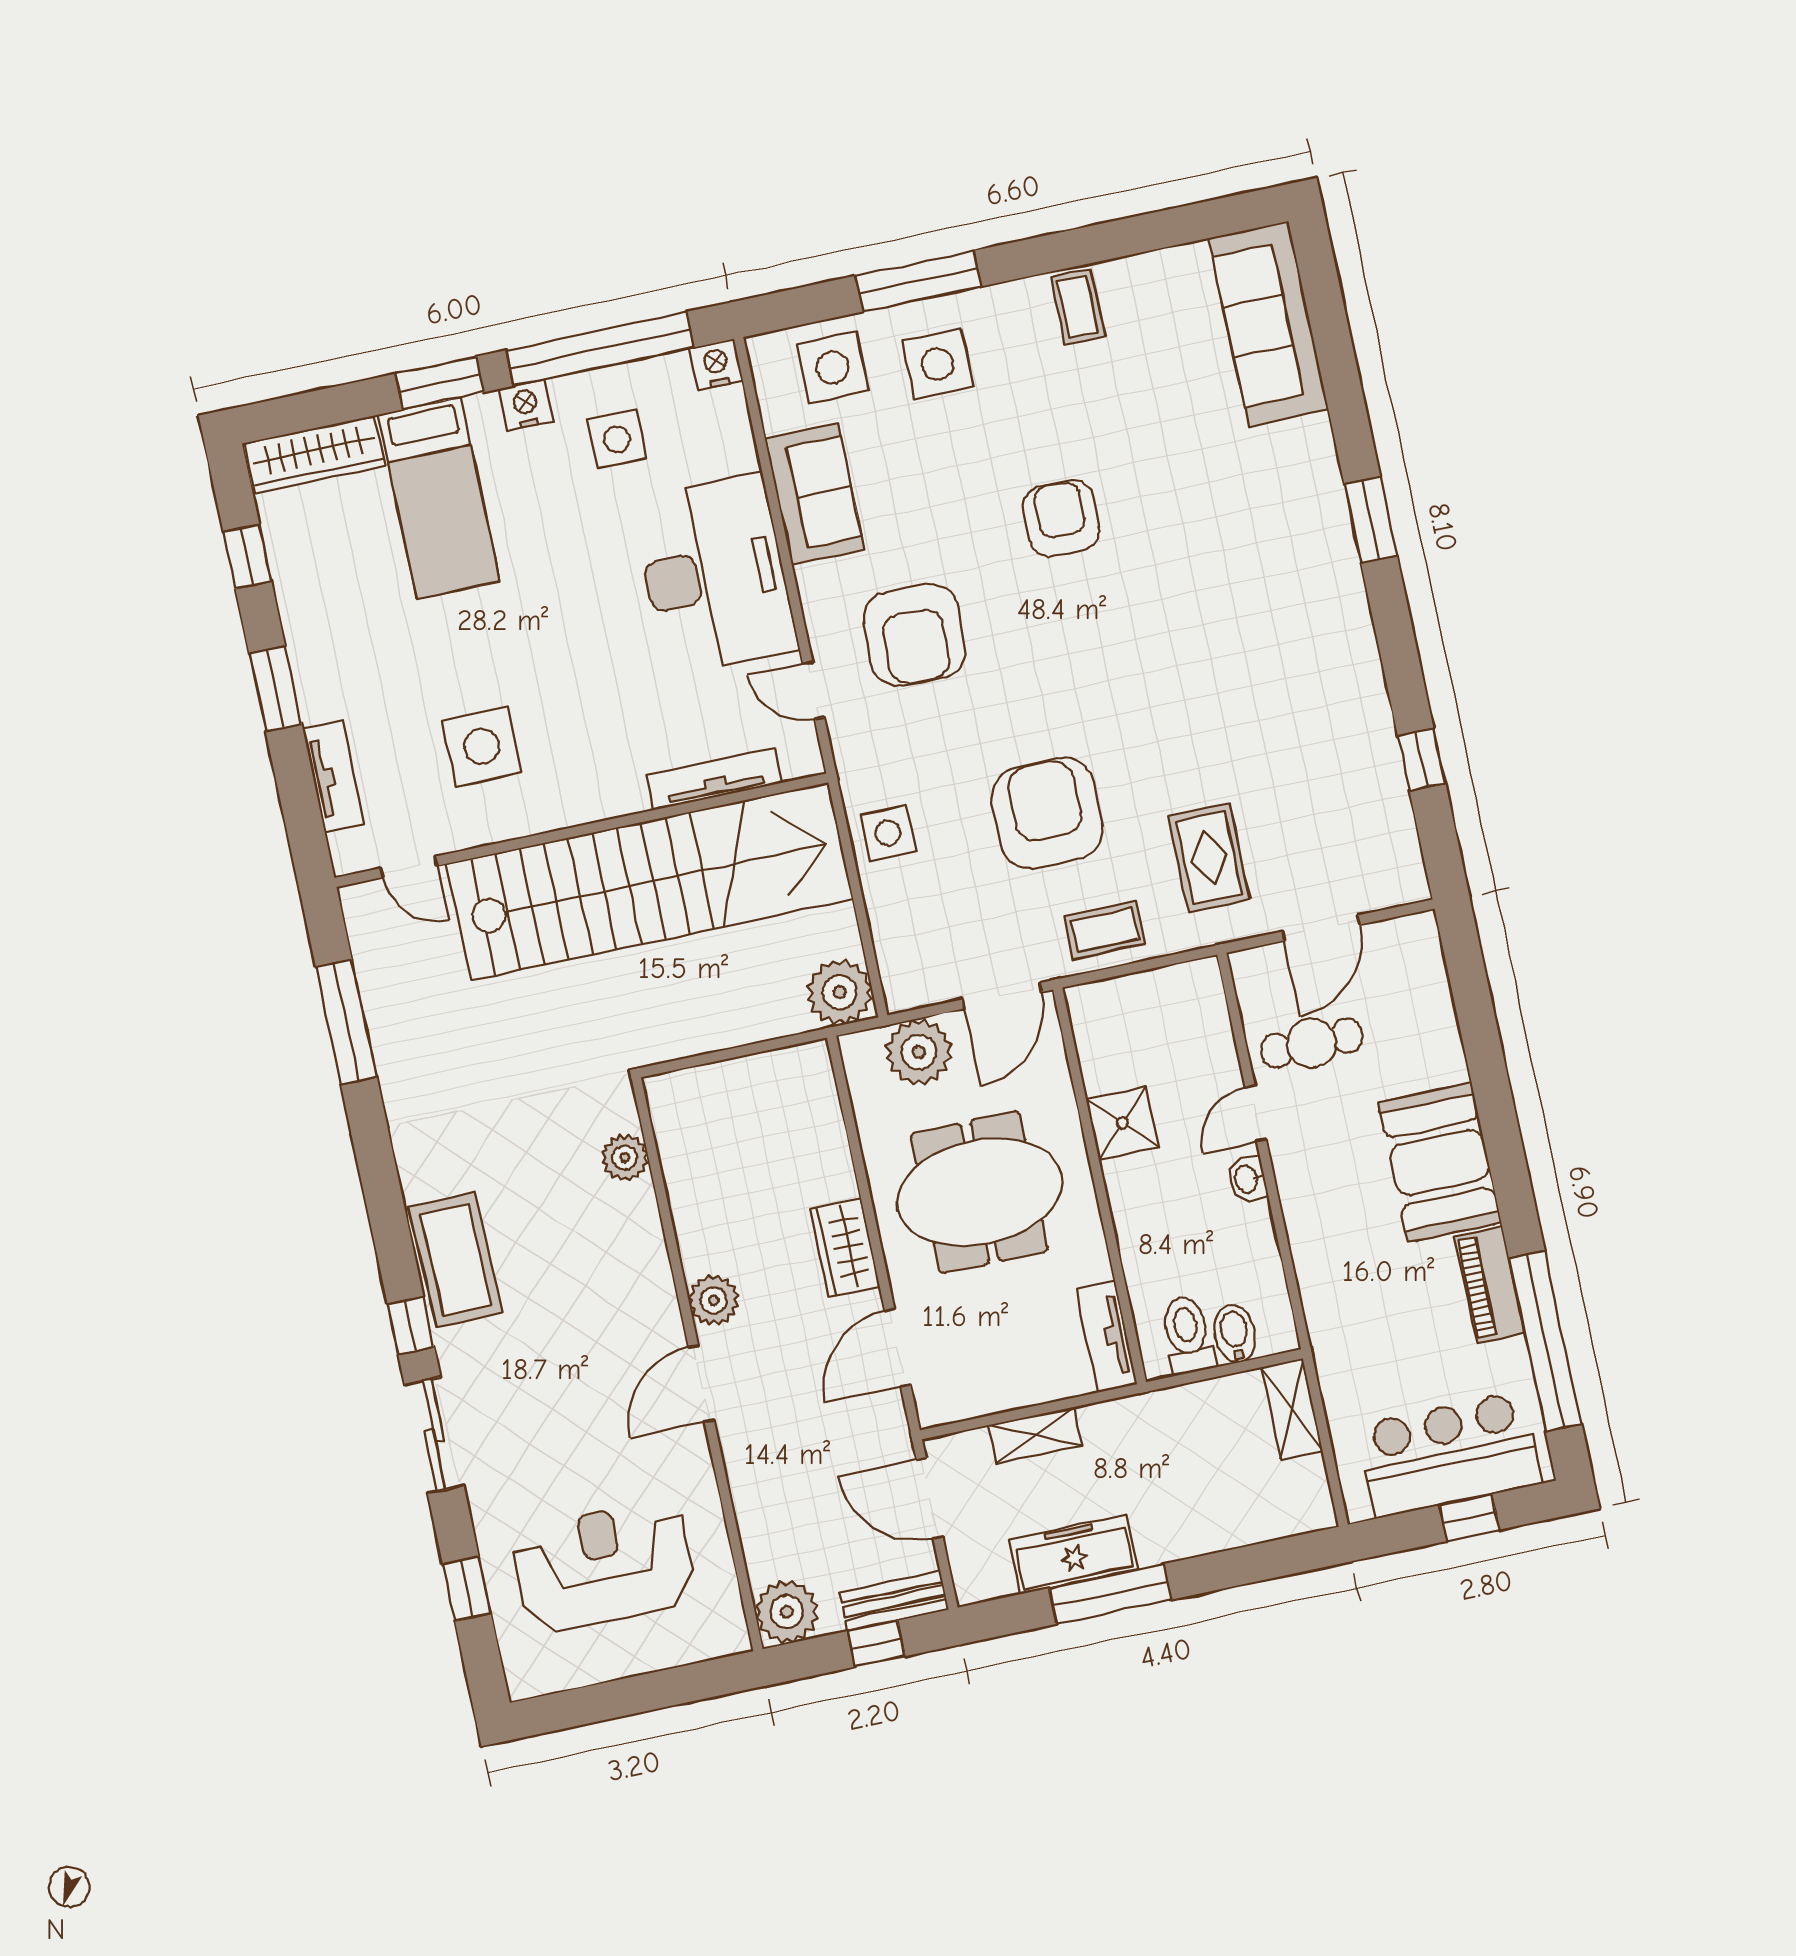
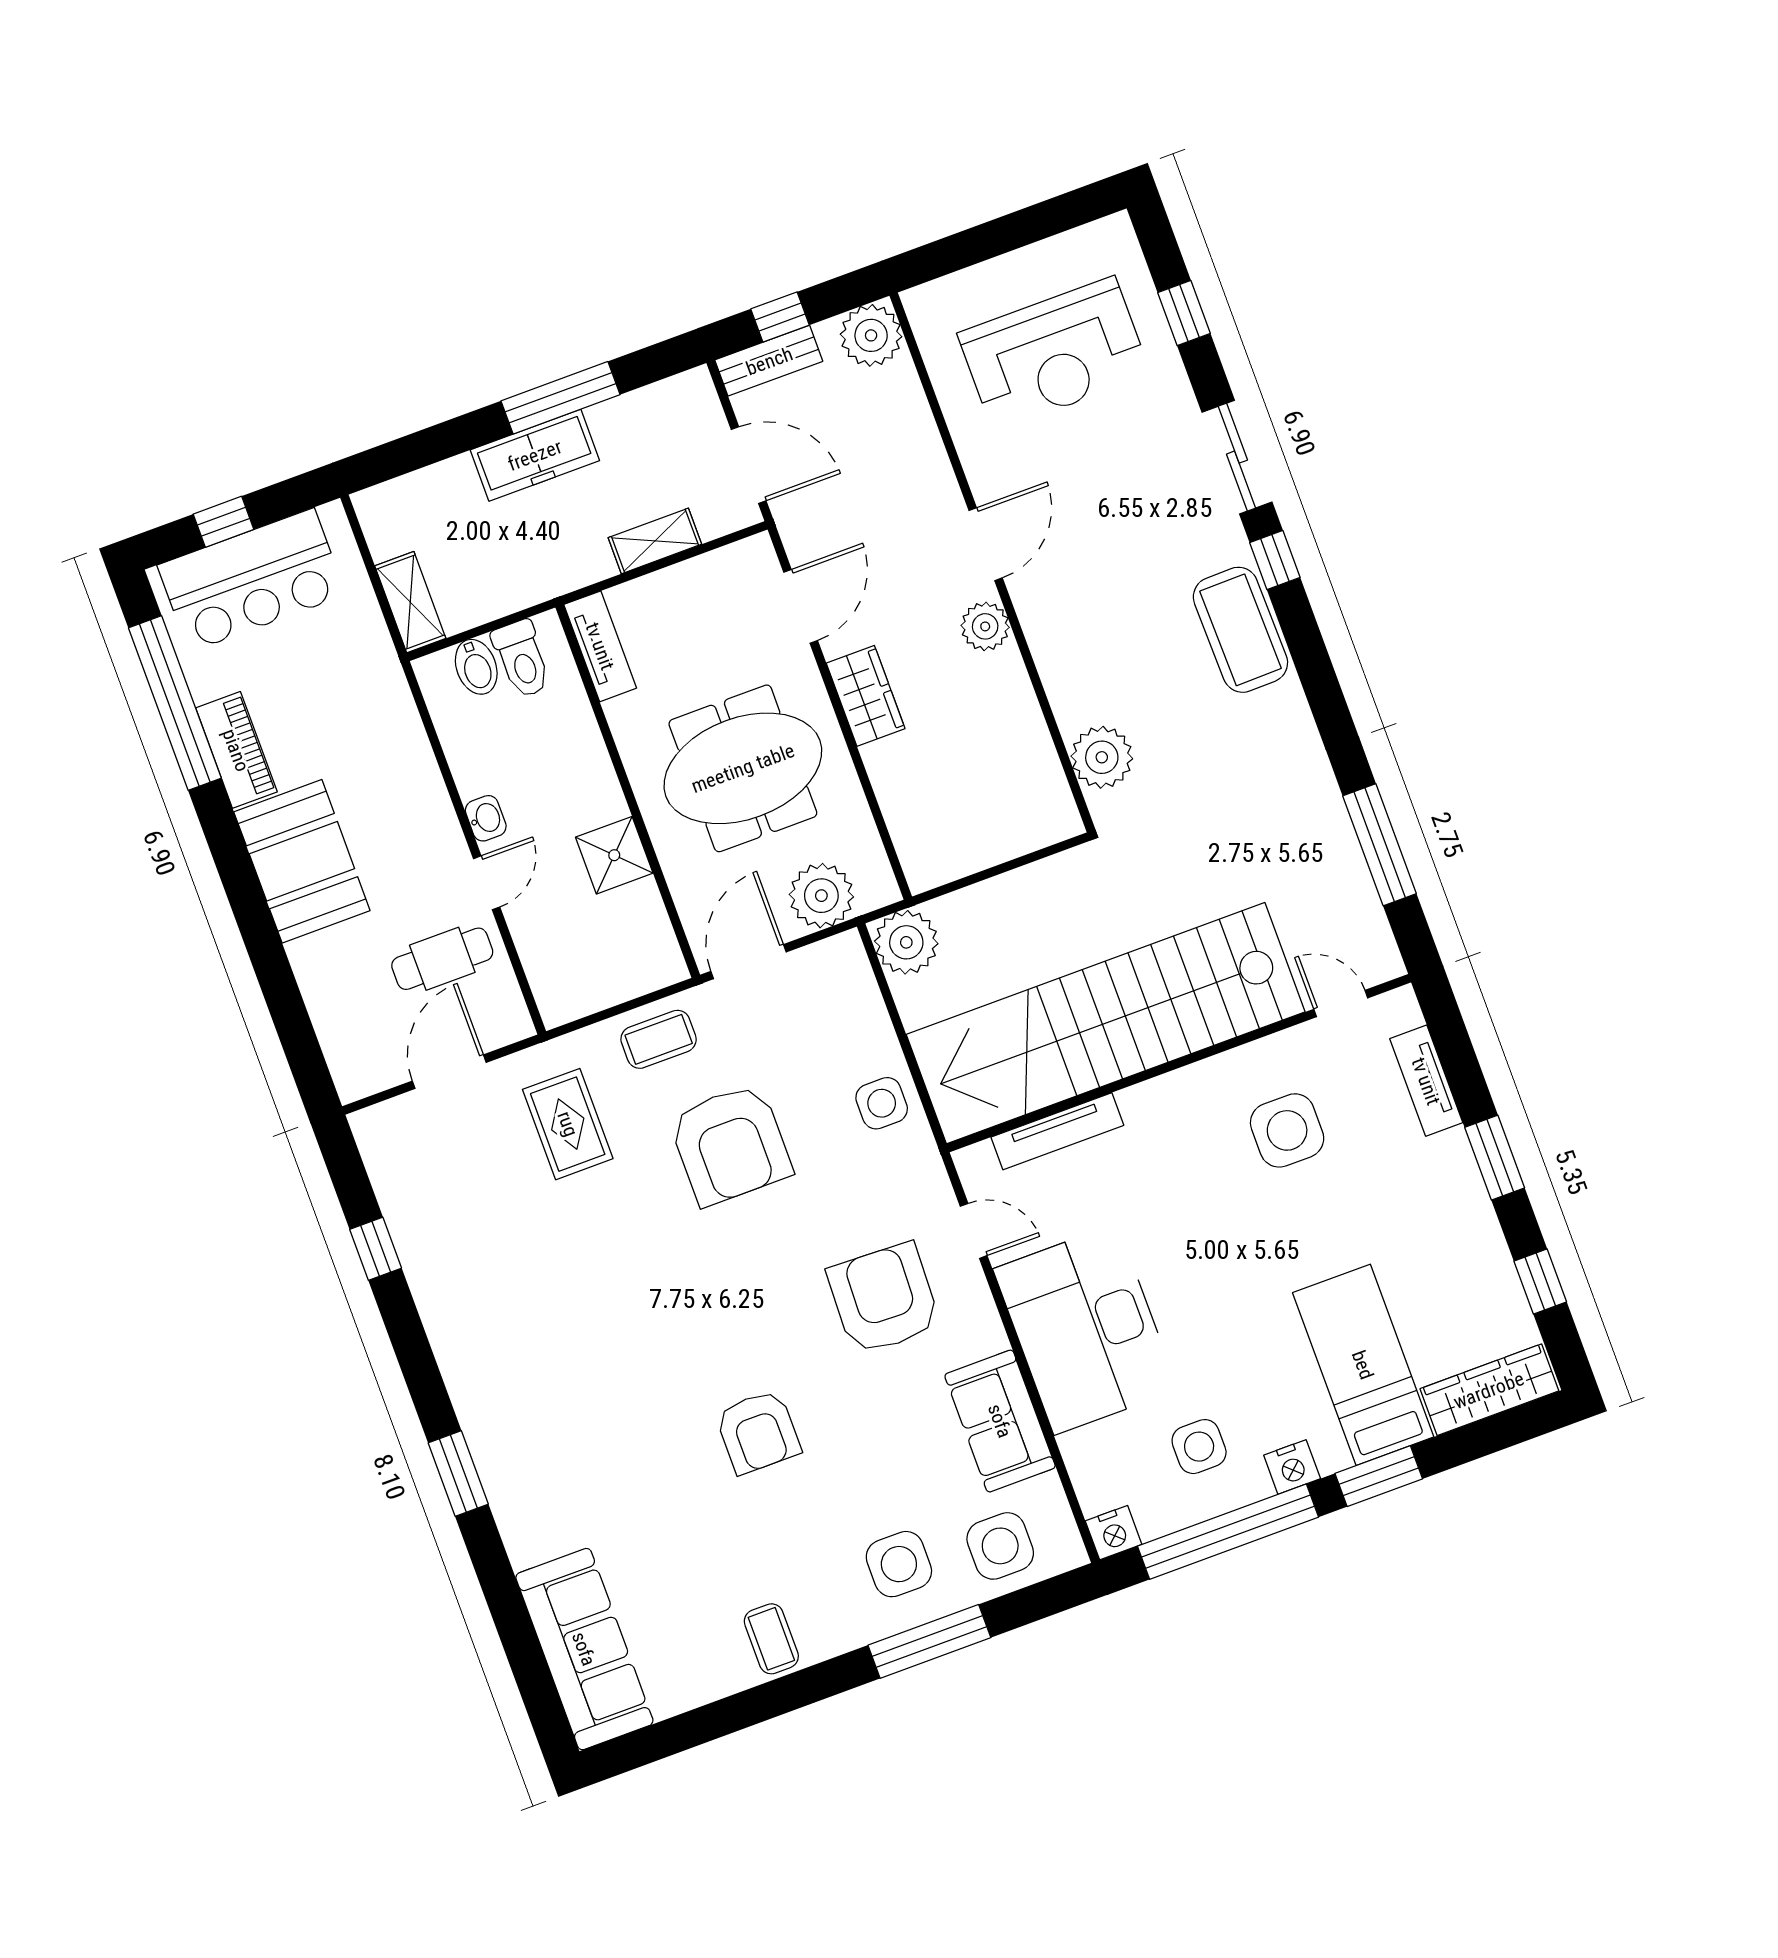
plant: (625, 1158) -> (1102, 757), width x1.36, depth x1.36
freezer: (1073, 1555) -> (535, 455), moved

